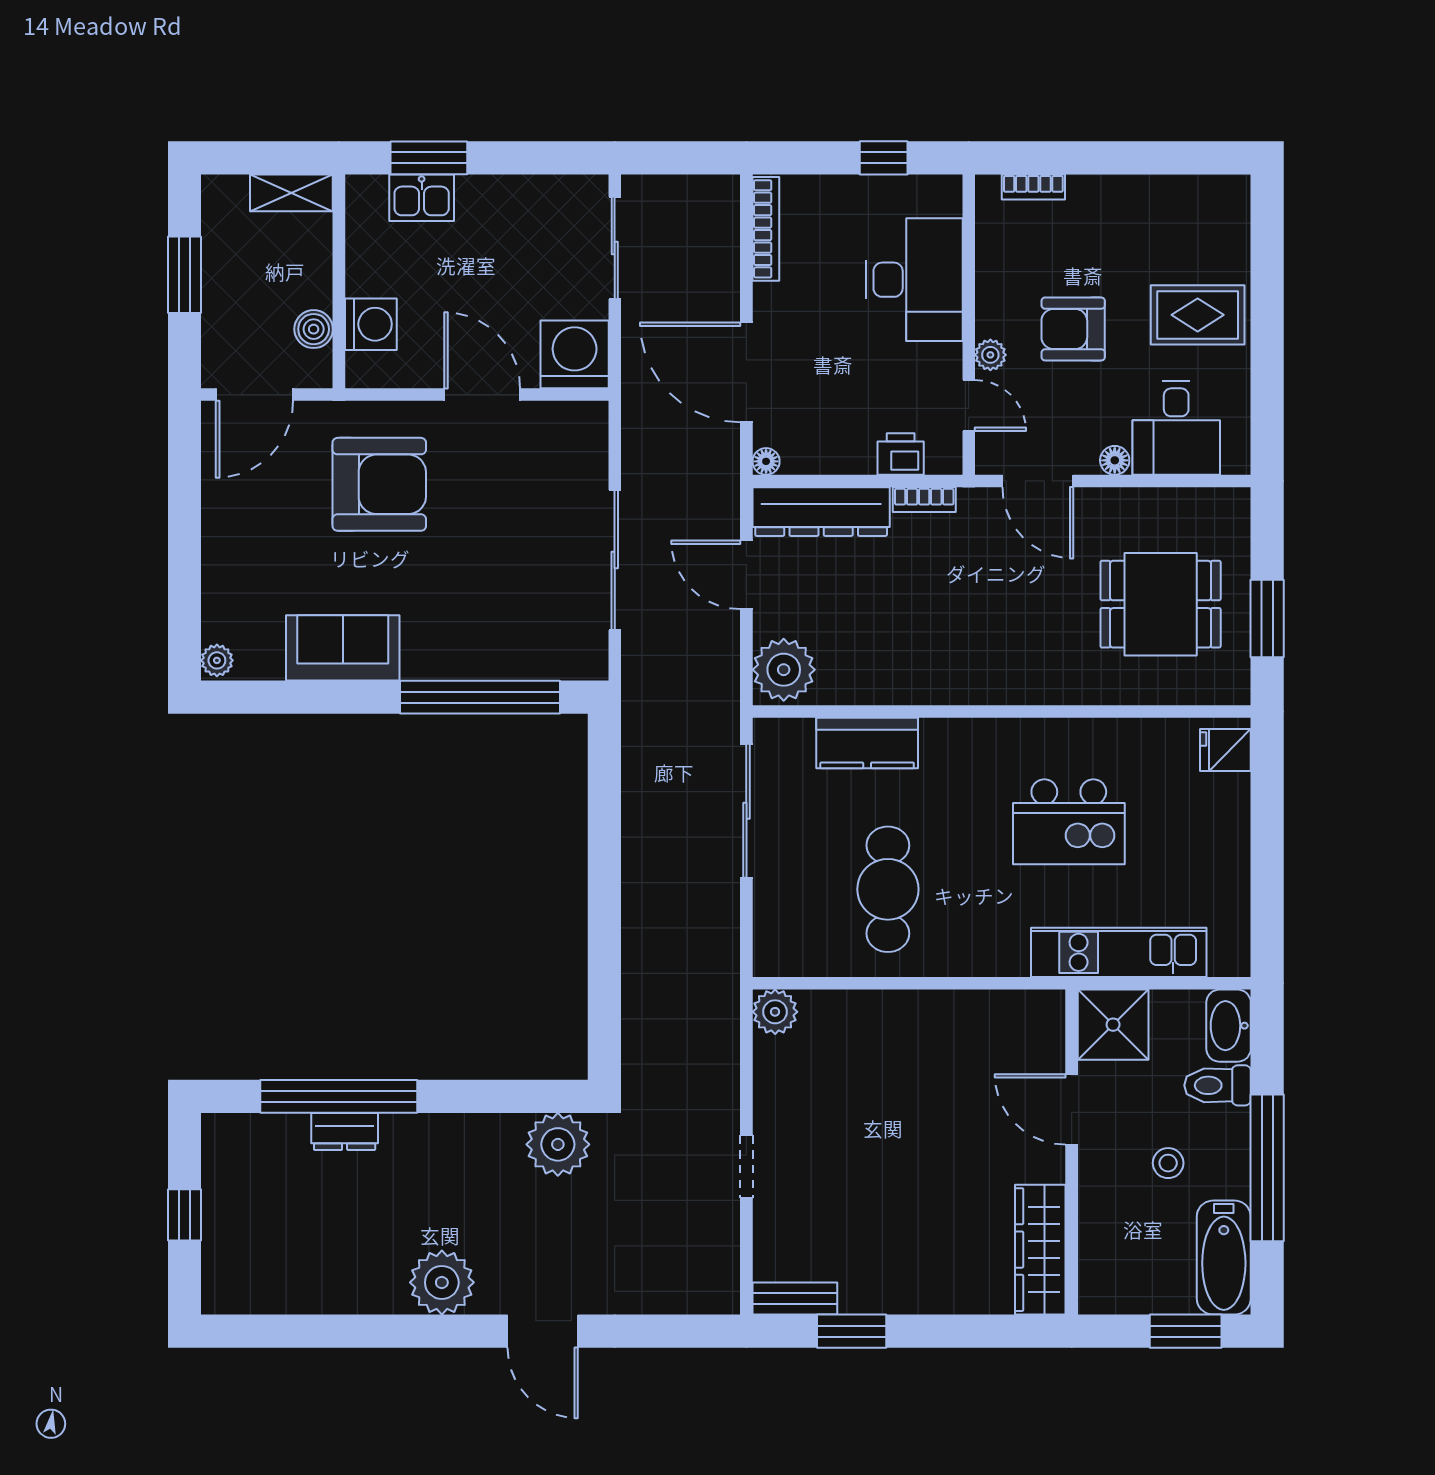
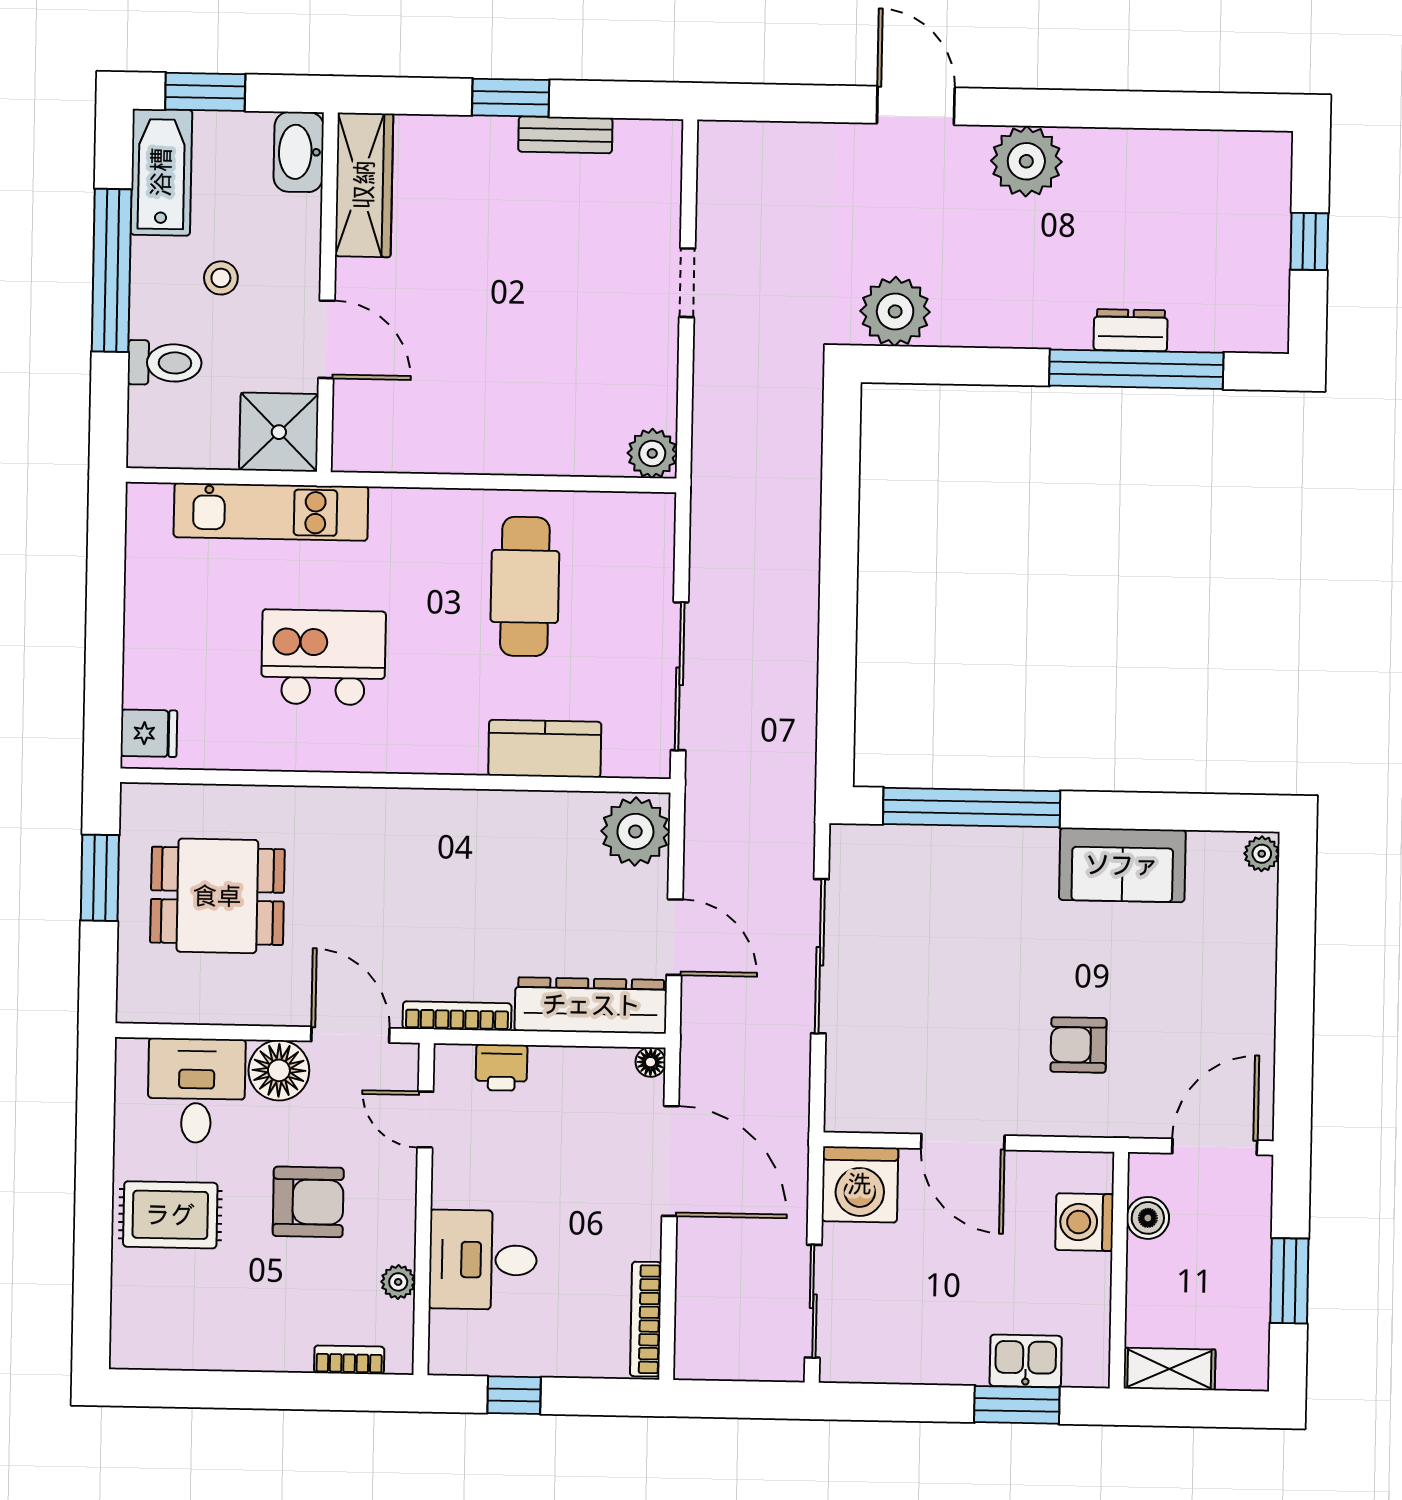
desk: (914, 280) -> (483, 1260), width x0.73
plant: (990, 355) -> (398, 1282), moved
floor lamp: (1115, 460) -> (279, 1070), width x1.89, depth x1.89
armchair: (379, 484) -> (1079, 1045), width x0.53, depth x0.53
bookcase: (924, 500) -> (457, 1016), width x1.56
washbasin: (1229, 1026) -> (299, 152), moved, turned 180
bench: (795, 1298) -> (565, 135), moved
window: (852, 1331) -> (511, 98), moved

